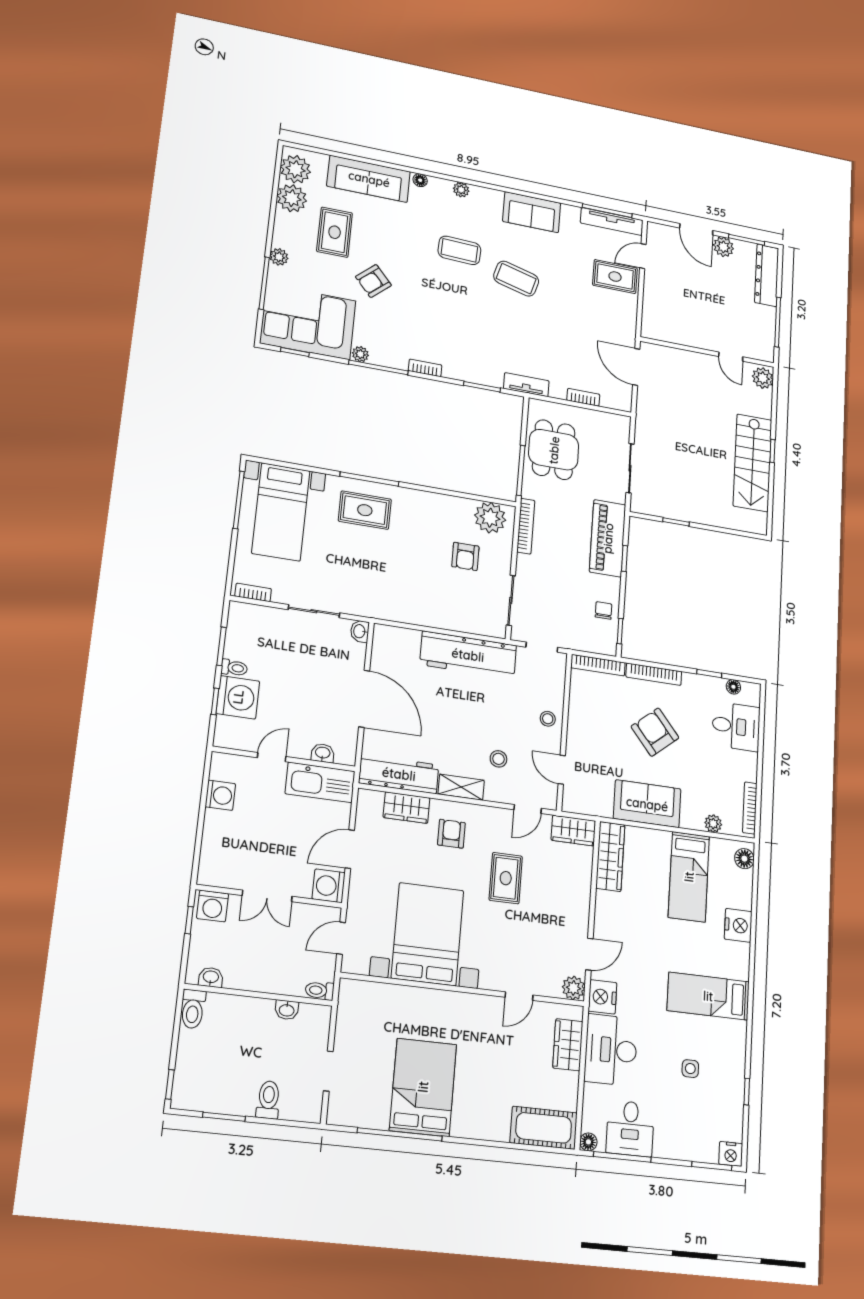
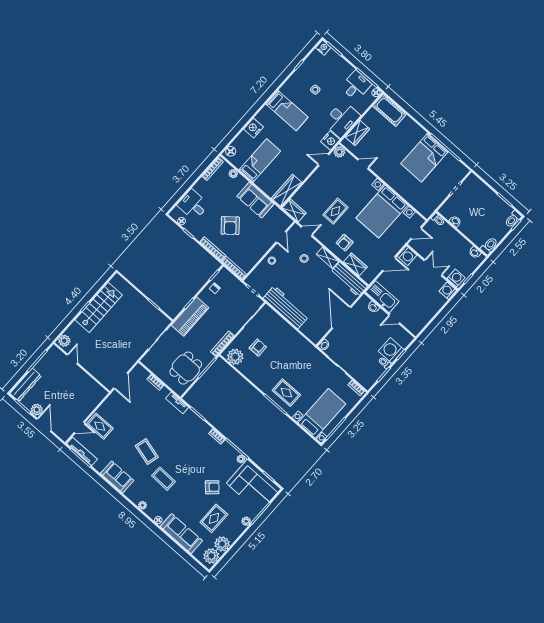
washing machine: (220, 795) -> (448, 291), moved
toilet: (268, 1100) -> (513, 219), moved

